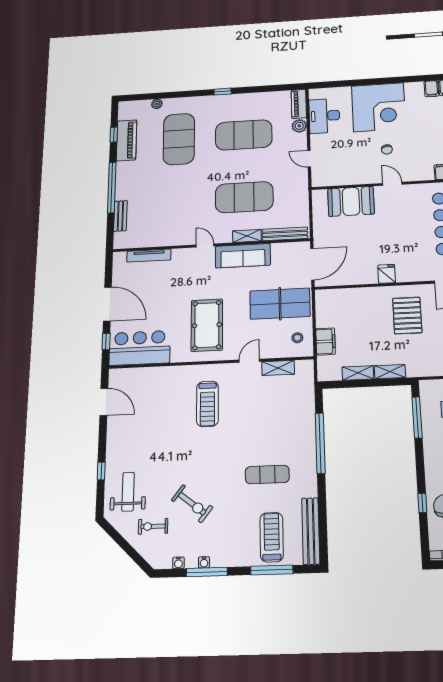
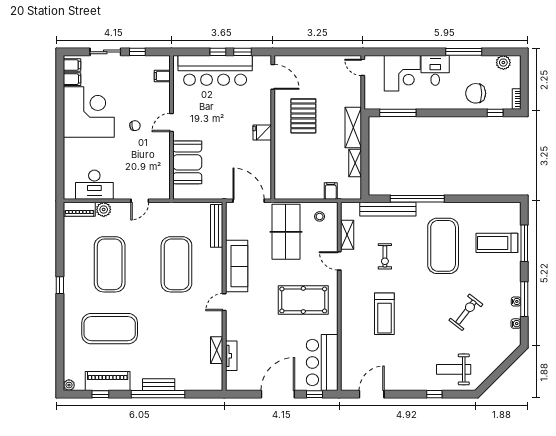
plant: (157, 104) -> (69, 385), moved
corner desk: (379, 107) -> (89, 112), moved
bench: (120, 216) -> (159, 385), moved
shelving: (247, 236) -> (217, 350), moved
tv unit: (149, 256) -> (231, 356), width x0.71
pallet: (407, 316) -> (303, 116), turned 90
filing cabinet: (326, 341) -> (331, 191), width x0.50
shelving: (390, 372) -> (353, 127), width x1.50, depth x1.33
treadmill: (207, 404) -> (384, 314), moved, turned 90
exercise mat: (267, 475) -> (443, 246), width x2.00, depth x1.45
window: (422, 503) -> (495, 113), moved
exercise bike: (153, 526) -> (385, 256), moved
bench: (311, 531) -> (388, 209), moved

